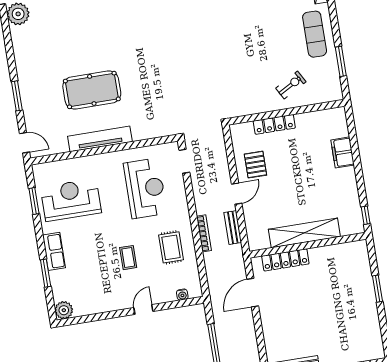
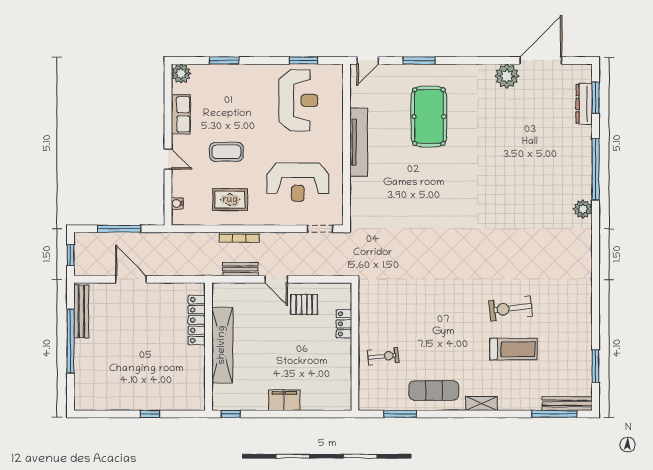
exercise bike: (291, 85) -> (383, 356), turned -67
pool table: (92, 90) -> (429, 117), moved
locker: (274, 124) -> (344, 324), width x0.66
filing cabinet: (343, 152) -> (284, 400), moved
row of seats: (54, 251) -> (181, 114), moved, turned -90
coffee table: (128, 258) -> (226, 152), width x1.36, depth x1.30
window: (378, 289) -> (150, 414), width x0.67
door: (253, 293) -> (131, 279), moved

